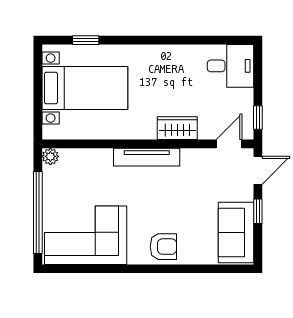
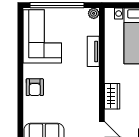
tv unit: (147, 157) -> (93, 51), moved, width x0.71

